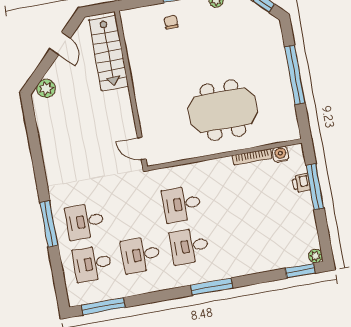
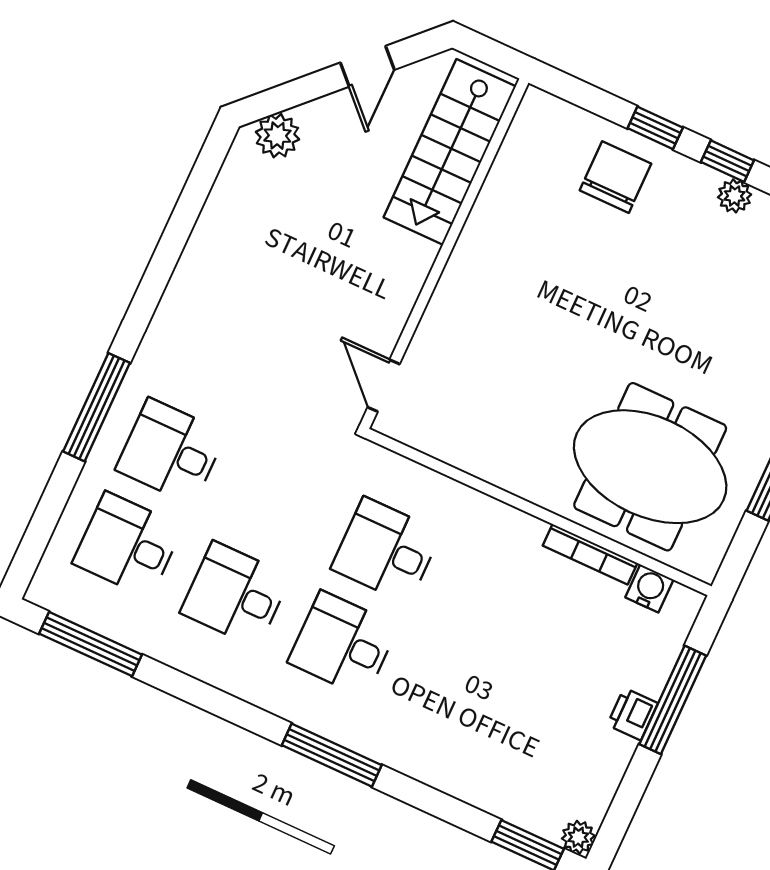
chair: (171, 22) -> (615, 177), width x1.87, depth x1.87
meeting table: (223, 110) -> (650, 467), moved
printer: (301, 183) -> (633, 714), moved

